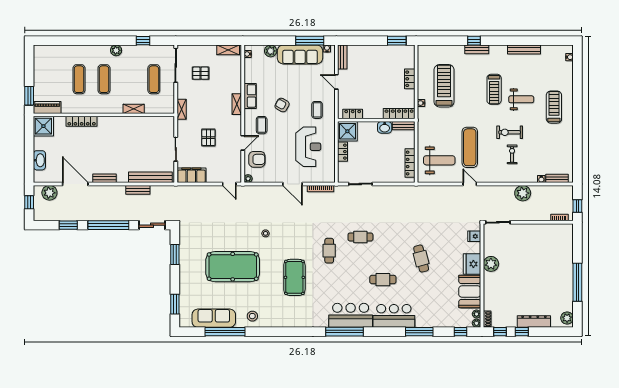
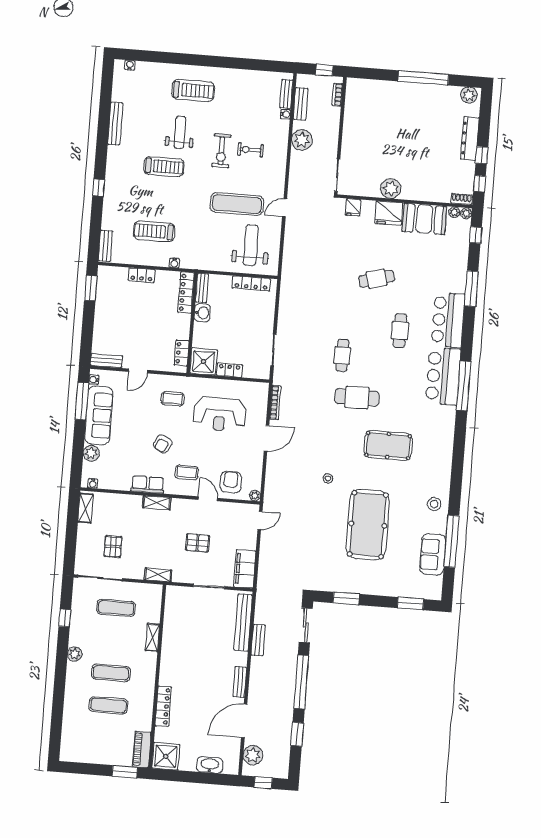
bench: (477, 49) -> (106, 246), moved
treadmill: (444, 86) -> (154, 231), width x0.73, depth x0.73
treadmill: (554, 107) -> (193, 90), turned 180
reception desk: (308, 147) -> (220, 414), turned 180
bench: (550, 190) -> (301, 104), added
cafe table: (329, 251) -> (357, 397), width x1.37, depth x1.35
sofa: (214, 318) -> (433, 554), width x0.73

